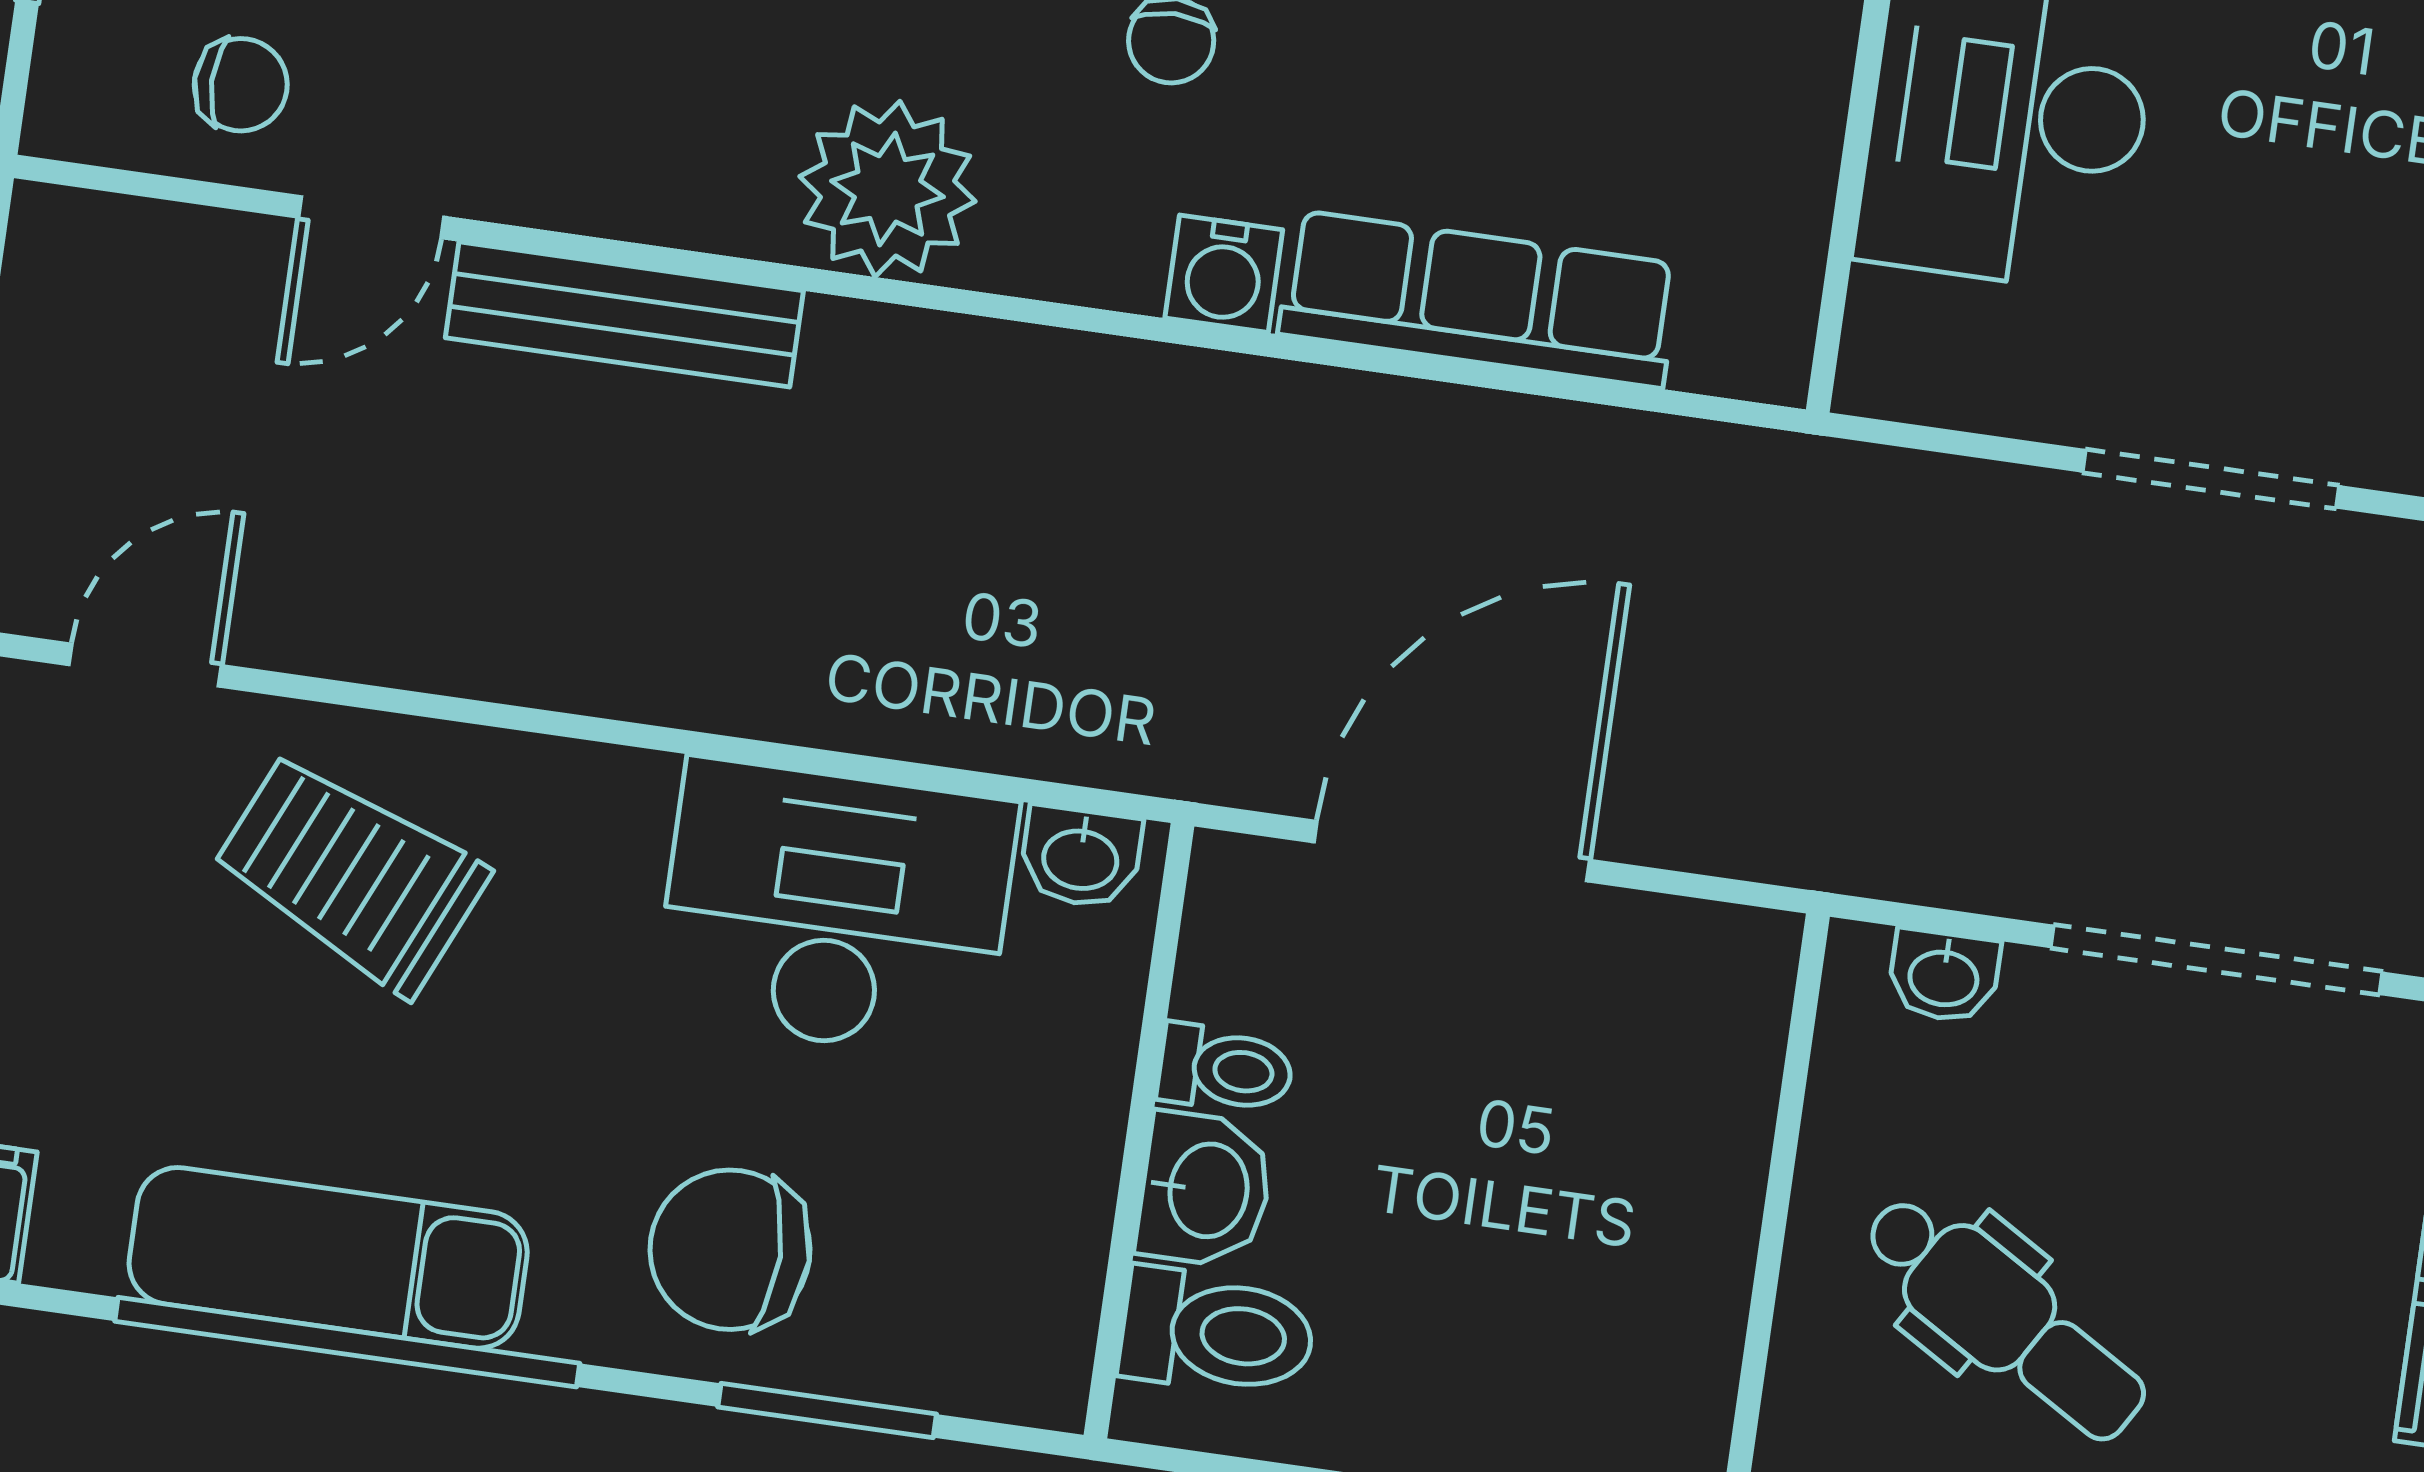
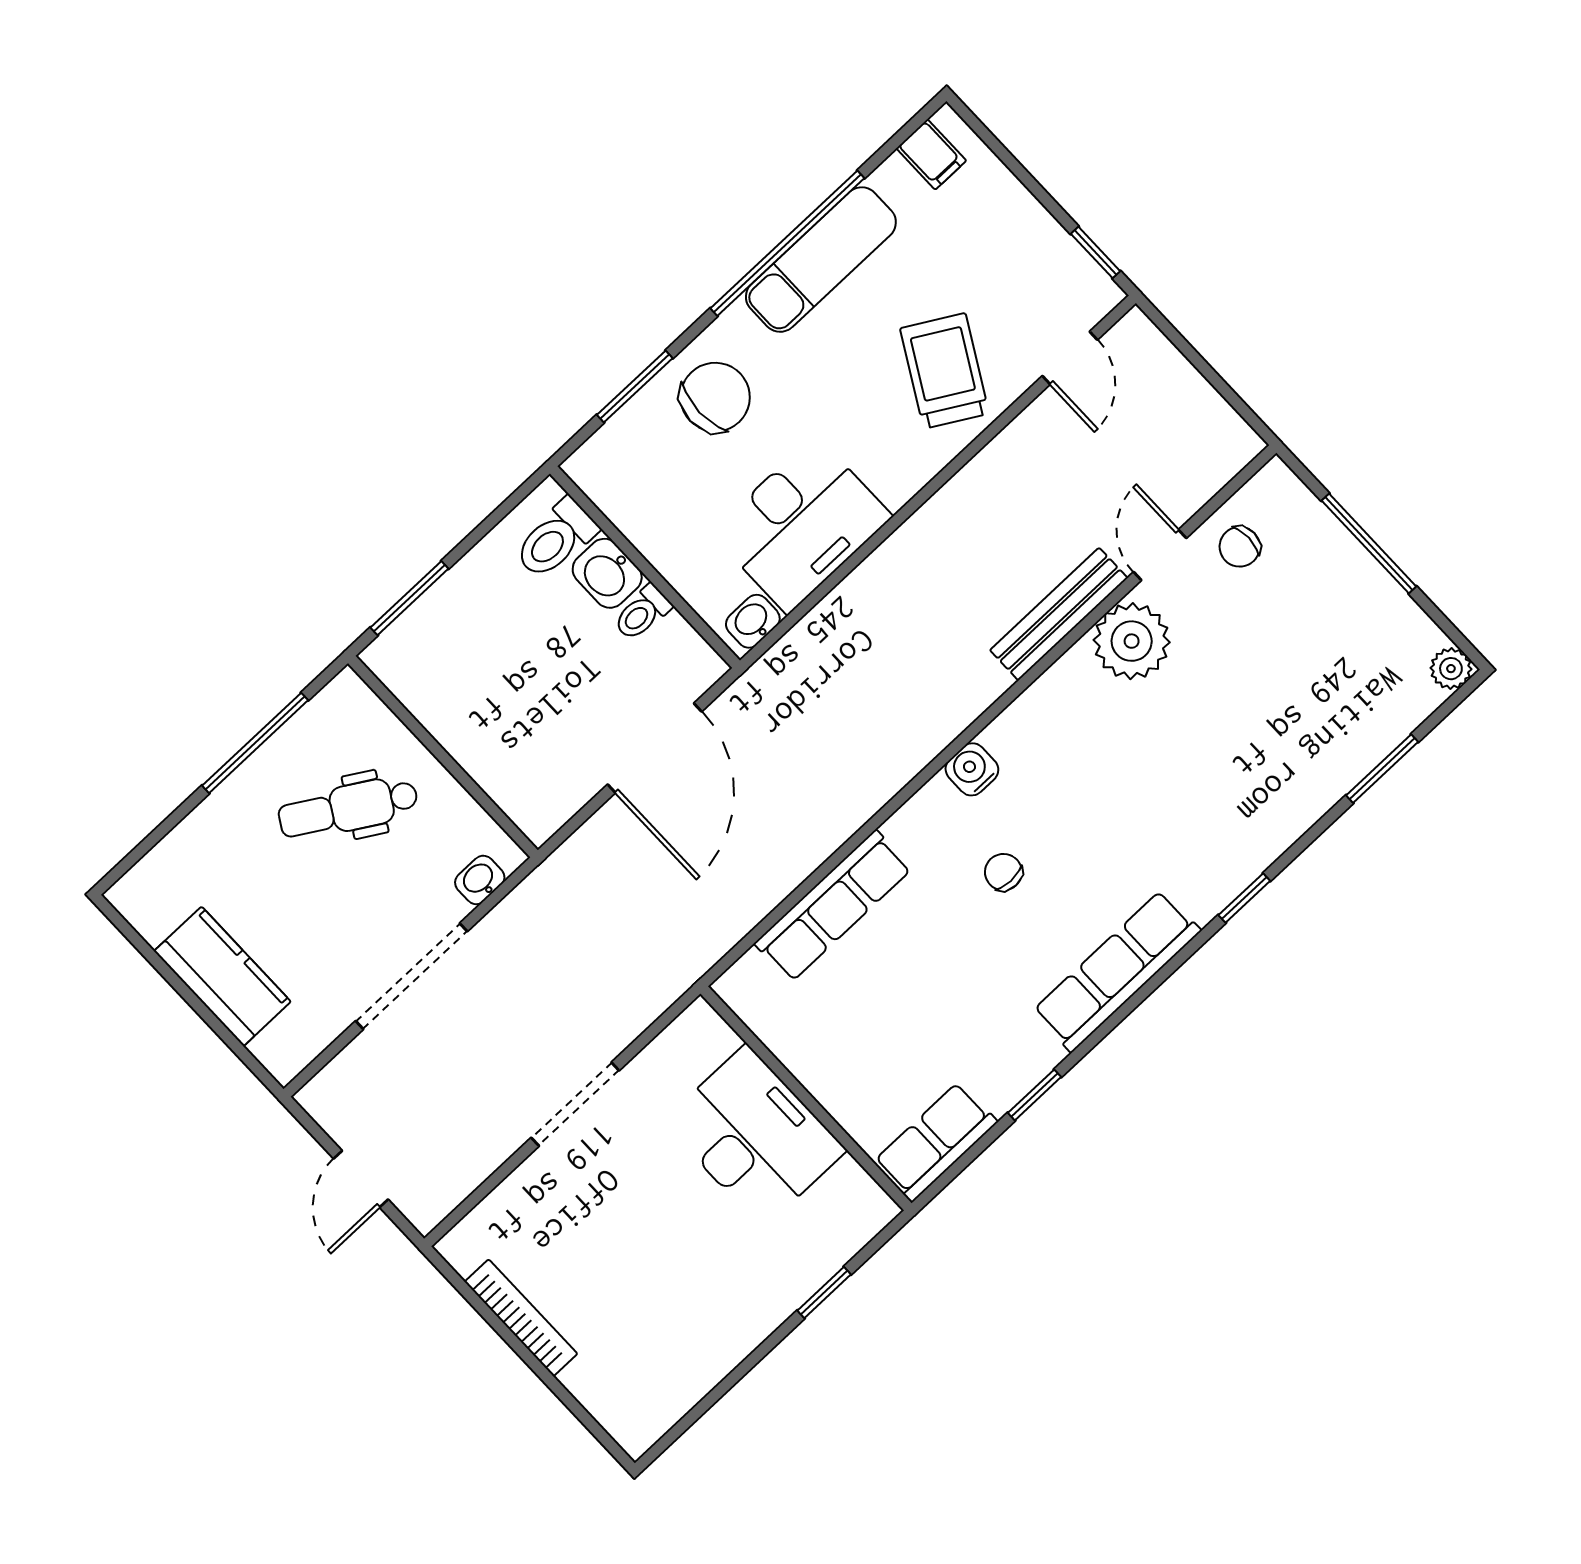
plant: (887, 189) -> (1132, 641), moved
water cooler: (1224, 274) -> (972, 769), moved
trolley: (351, 873) -> (945, 371), turned -84

